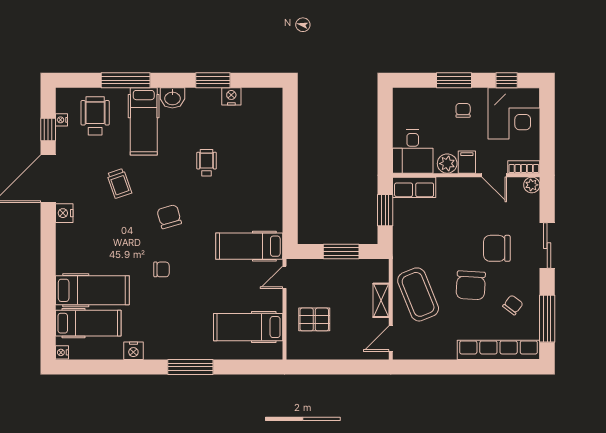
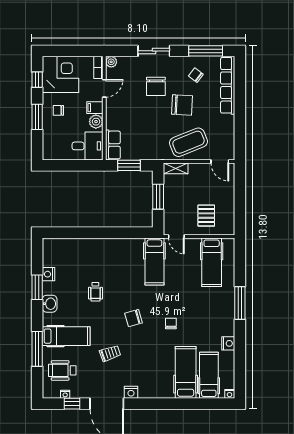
washbasin: (172, 98) -> (50, 304), moved
wheelchair: (207, 163) -> (95, 292), turned -90
shelving: (381, 300) -> (176, 168), moved

